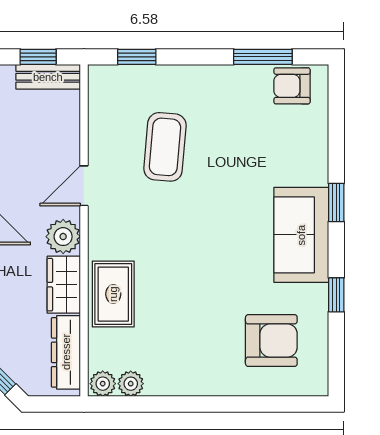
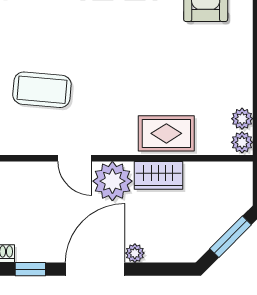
plant: (63, 237) -> (112, 181), width x1.36, depth x1.36
dresser: (66, 352) -> (216, 173), removed

